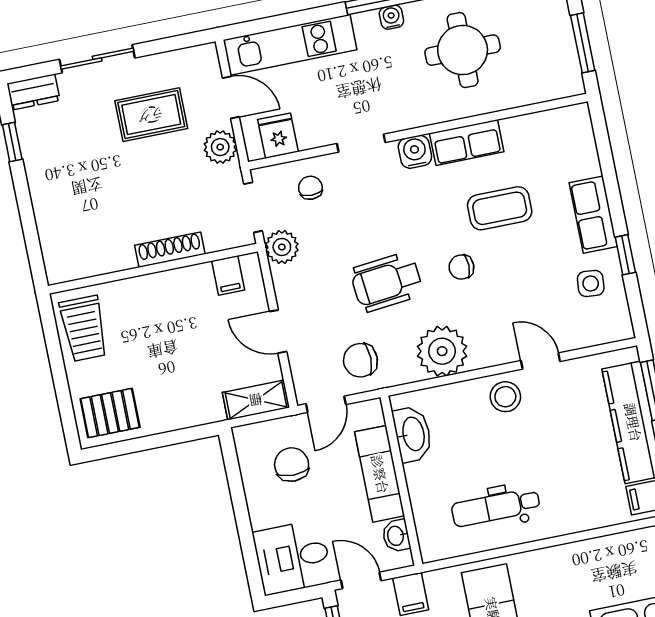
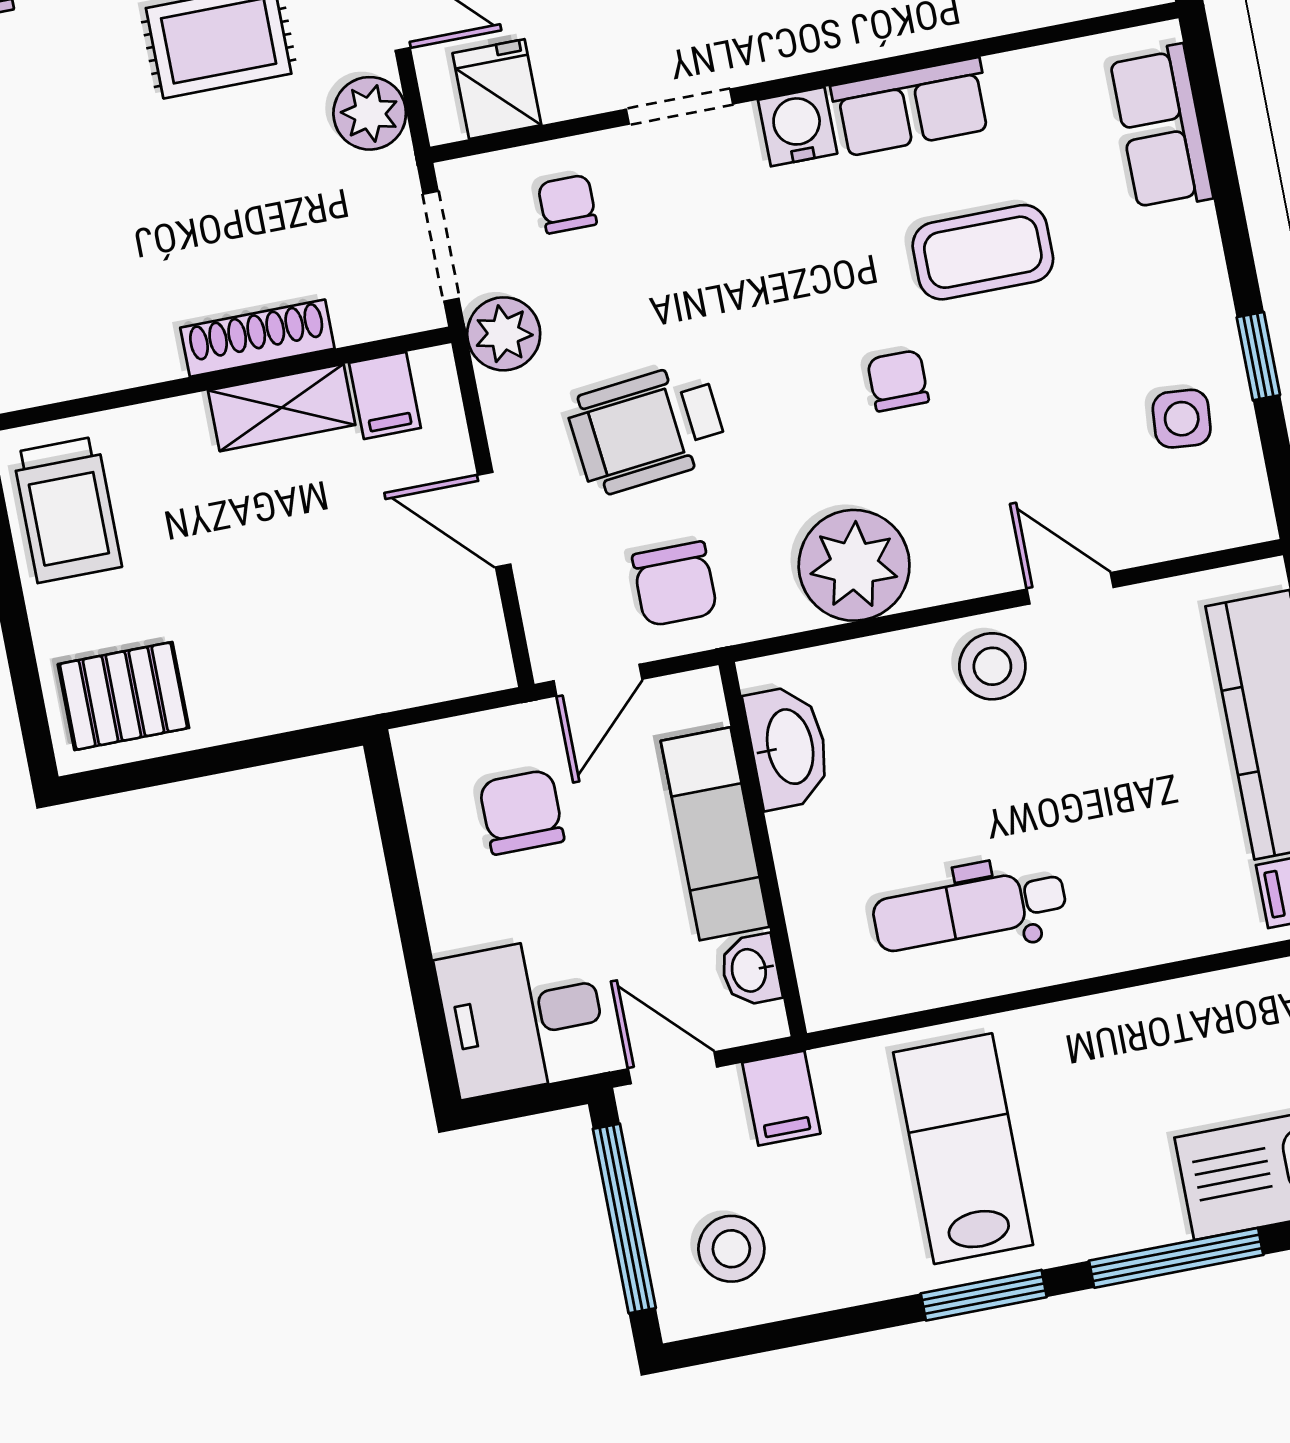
row of seats: (593, 215) -> (1161, 128), moved
chair: (461, 267) -> (898, 381), turned 90
wheelchair: (387, 282) -> (647, 429), moved
chair: (360, 360) -> (675, 584), turned -90
shelving: (256, 400) -> (282, 408), moved

